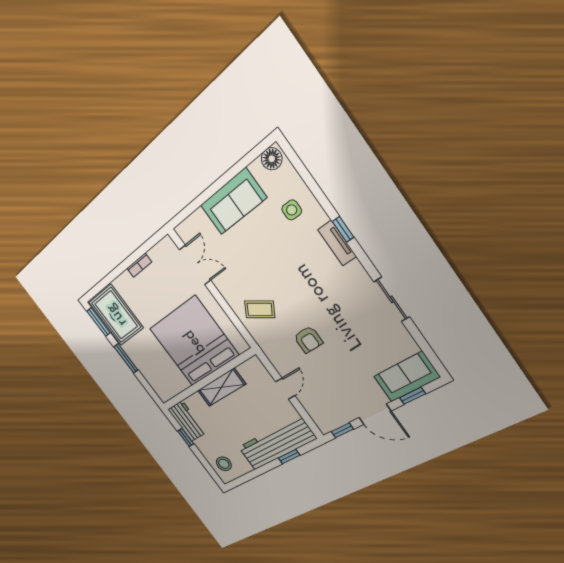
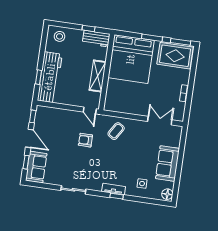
double door: (195, 265) -> (160, 121), swing flipped
bed: (194, 342) -> (131, 59), moved, turned 90
door: (285, 389) -> (90, 110), moved
door: (375, 414) -> (29, 138), swing flipped

